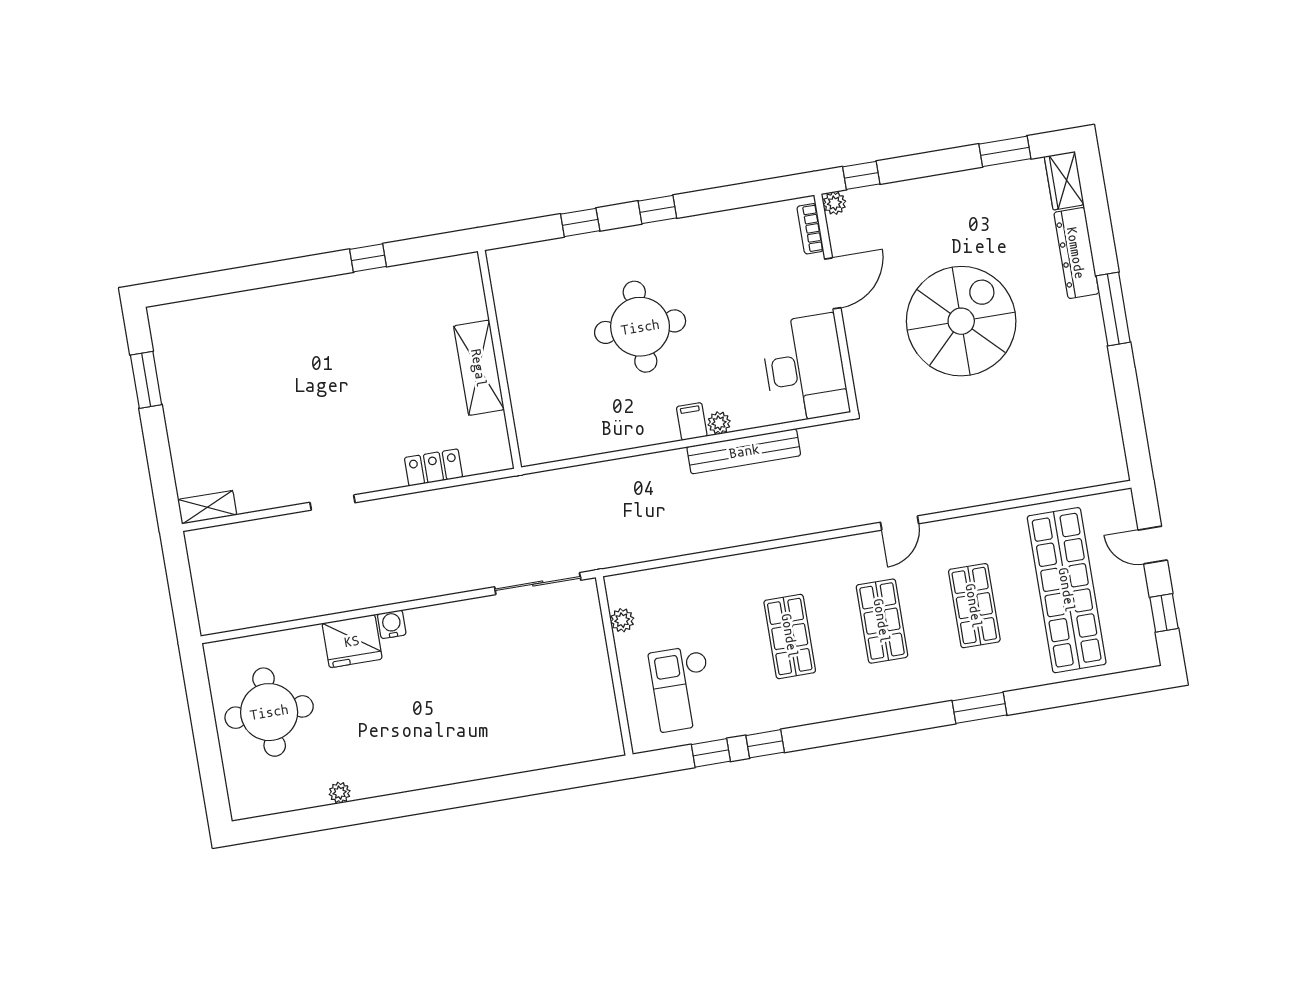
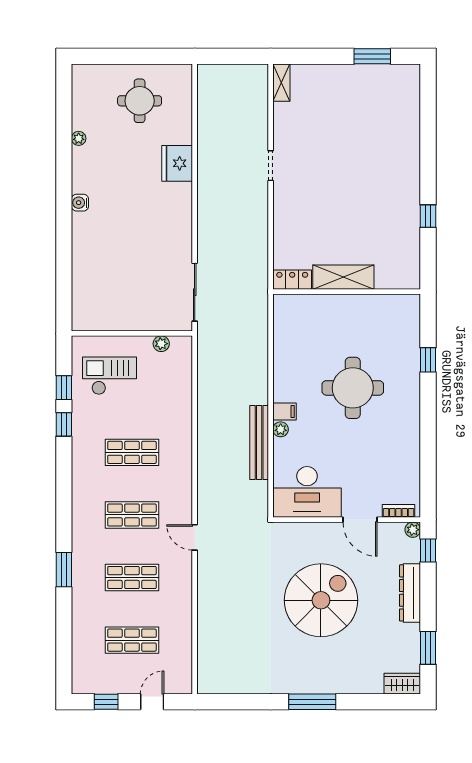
window: (657, 210) -> (428, 412), removed
dresser: (1076, 253) -> (410, 593), moved, turned -90
spiral stairs: (961, 321) -> (321, 600), turned -90
locker: (433, 467) -> (292, 280), moved, turned -90
shop shelf: (1067, 590) -> (132, 640), width x0.50, depth x0.74
water cooler: (392, 624) -> (80, 203), moved, turned 180
round table: (269, 712) -> (140, 101), width x0.73, depth x0.73

